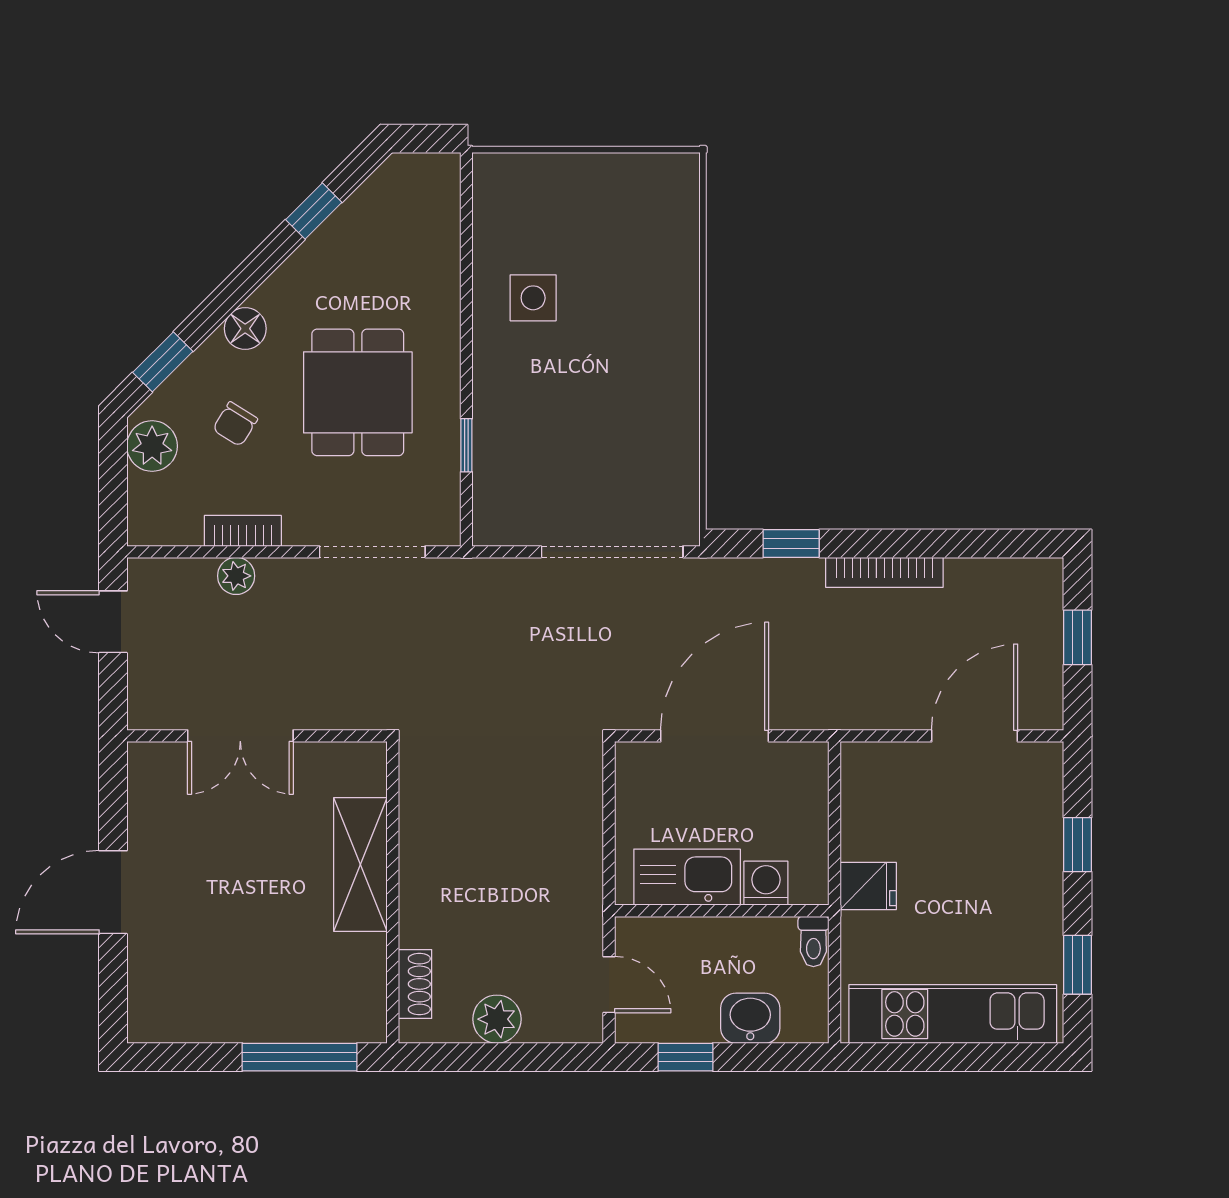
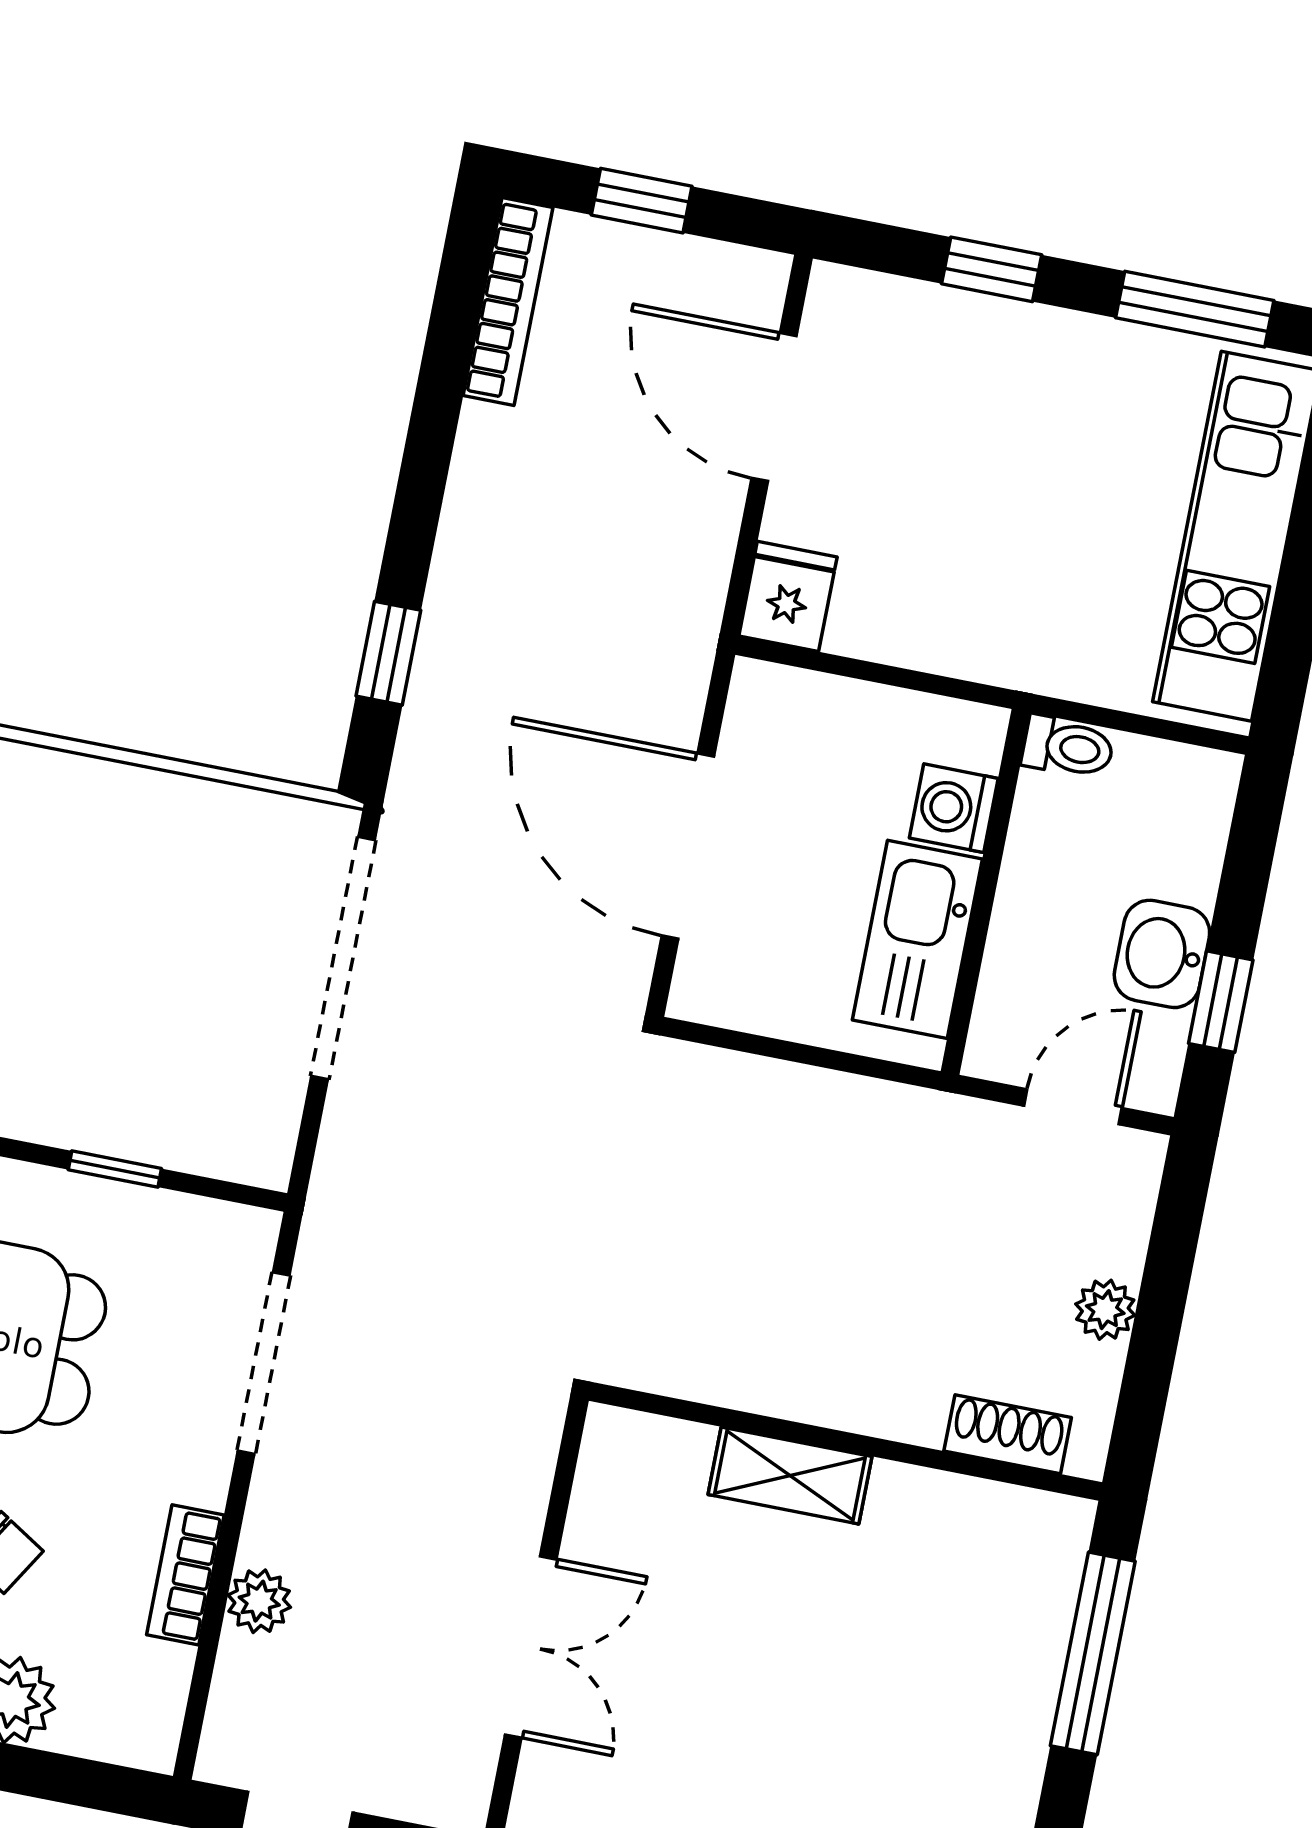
bookcase: (884, 572) -> (508, 302), moved
shelving: (360, 864) -> (790, 1475), width x0.67, depth x0.75
fridge: (868, 886) -> (788, 596), moved
window: (1077, 965) -> (1195, 309), width x1.50
washbasin: (750, 1018) -> (1162, 954), moved
plant: (497, 1019) -> (1105, 1310), width x0.73, depth x0.73

